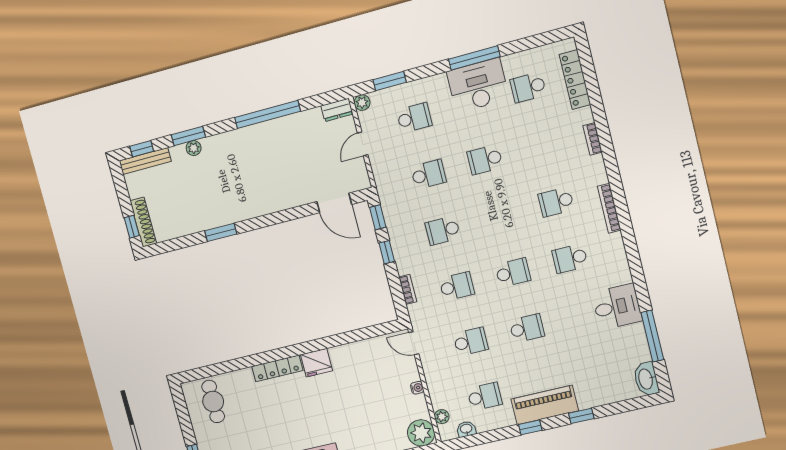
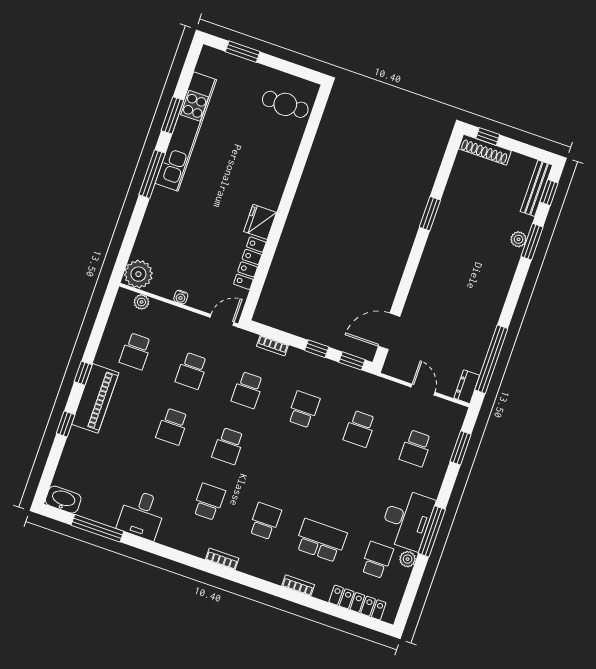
plant: (362, 103) -> (408, 559), moved
window: (268, 114) -> (491, 359), moved
school desk: (485, 160) -> (321, 541), moved, width x1.85
bookcase: (609, 208) -> (222, 559), width x0.64
locker: (277, 368) -> (250, 263), moved
washbasin: (466, 429) -> (117, 316), removed

